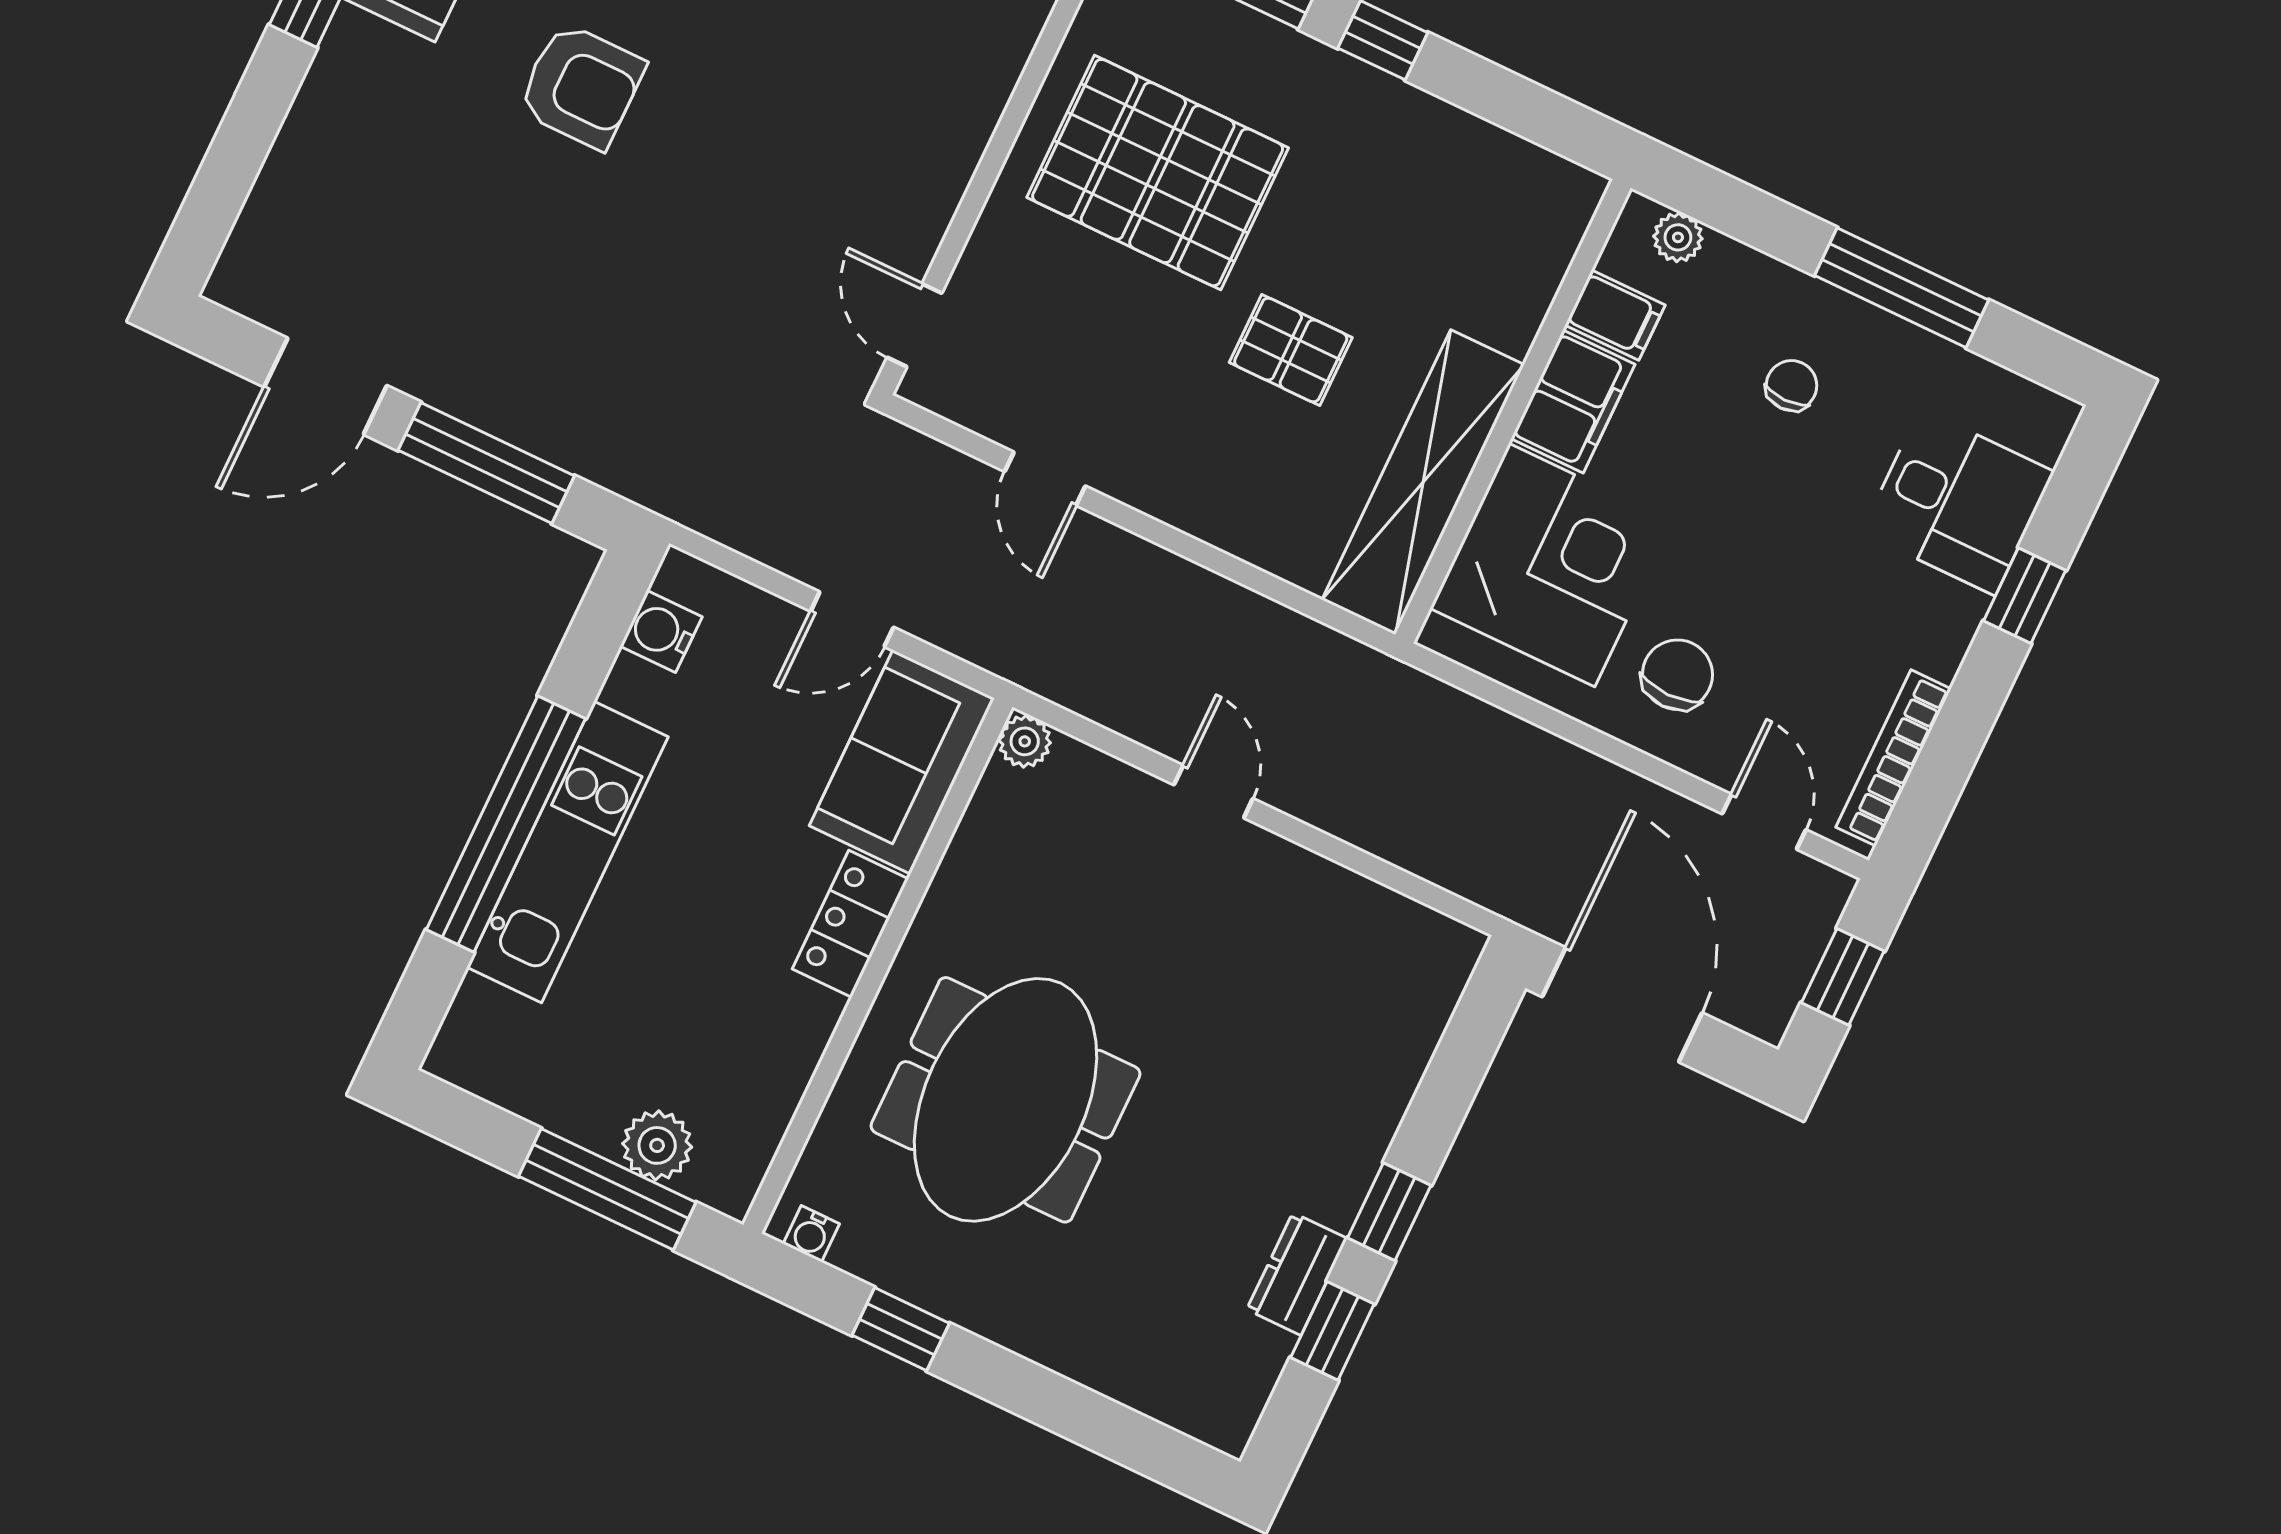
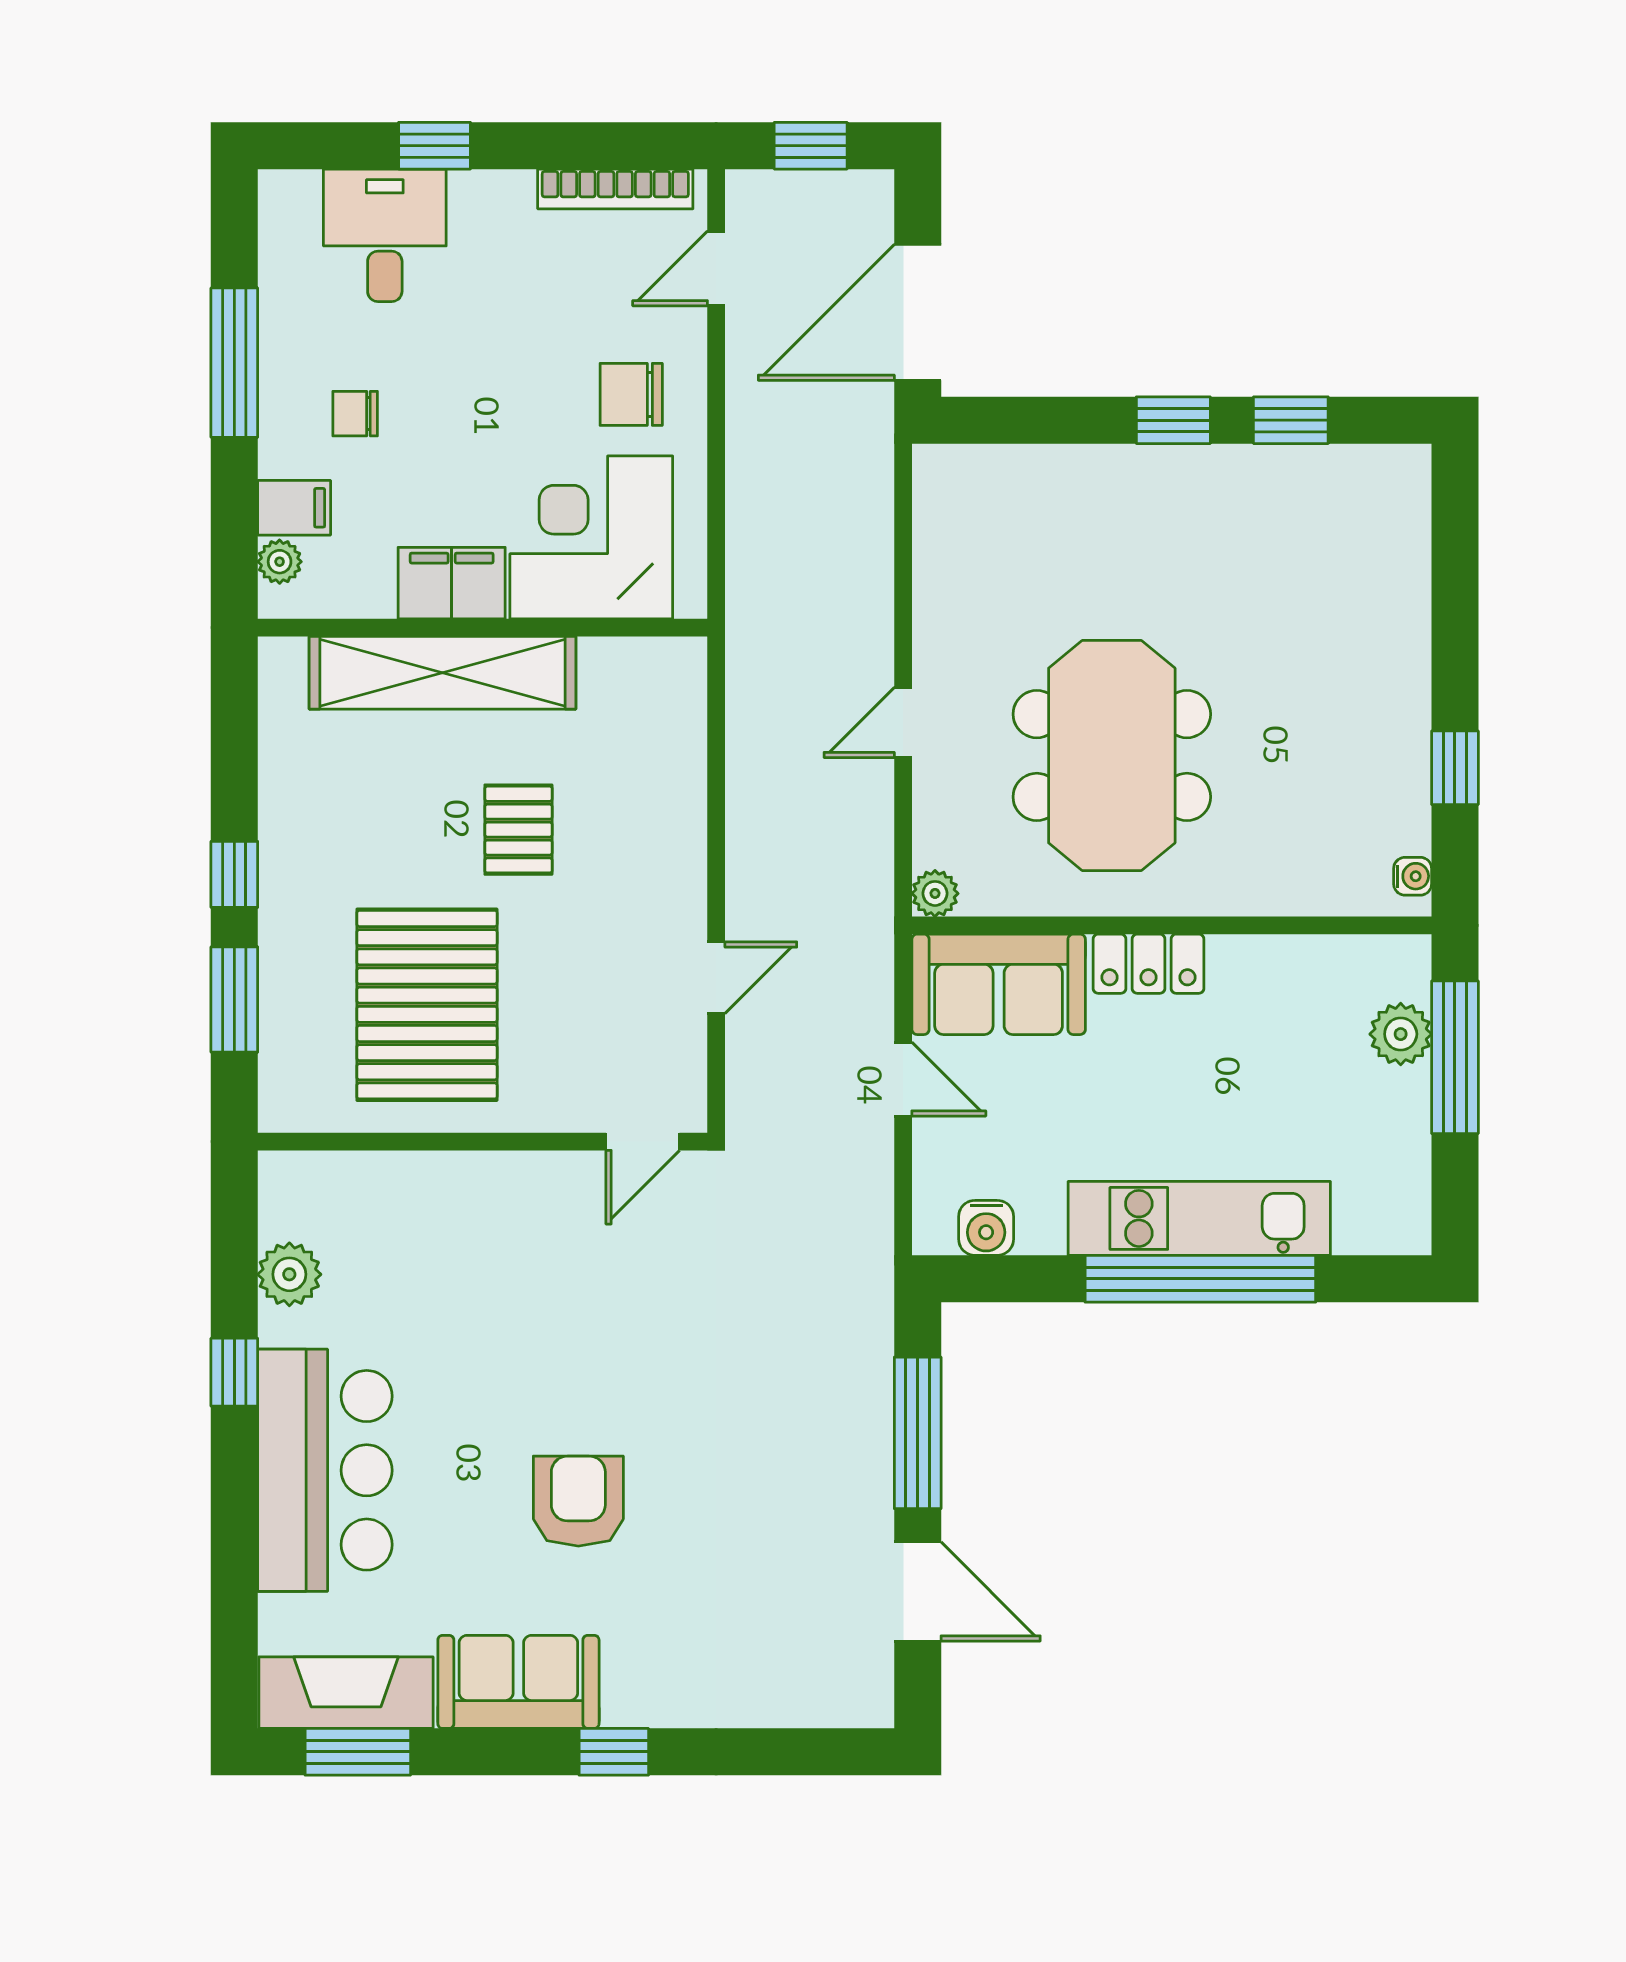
filing cabinet: (1615, 315) -> (294, 508), moved, turned 90
shelving: (1423, 482) -> (443, 673), moved
meeting table: (1006, 1100) -> (1112, 756), moved, turned 90
dresser: (1297, 1274) -> (1259, 471), removed

